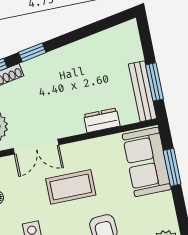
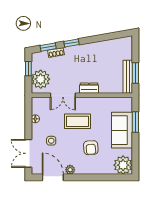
dresser: (102, 120) -> (89, 88), moved
sofa: (147, 162) -> (122, 130), moved

